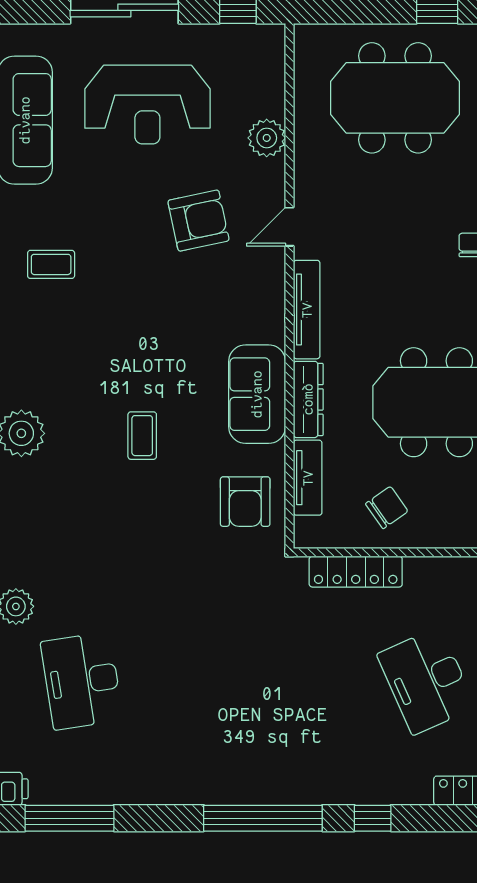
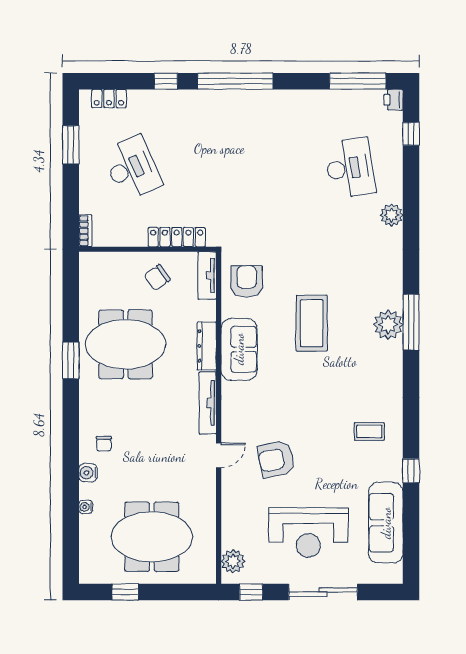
reception desk: (147, 105) -> (308, 533), turned 180
plant: (267, 138) -> (233, 561), moved
coffee table: (142, 436) -> (312, 323), width x1.86, depth x1.72
tv unit: (308, 478) -> (207, 275), moved

